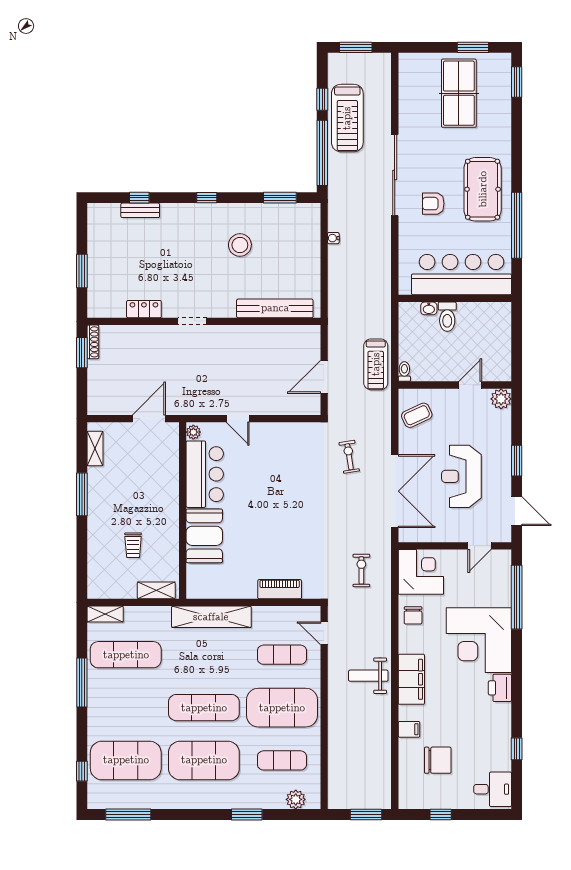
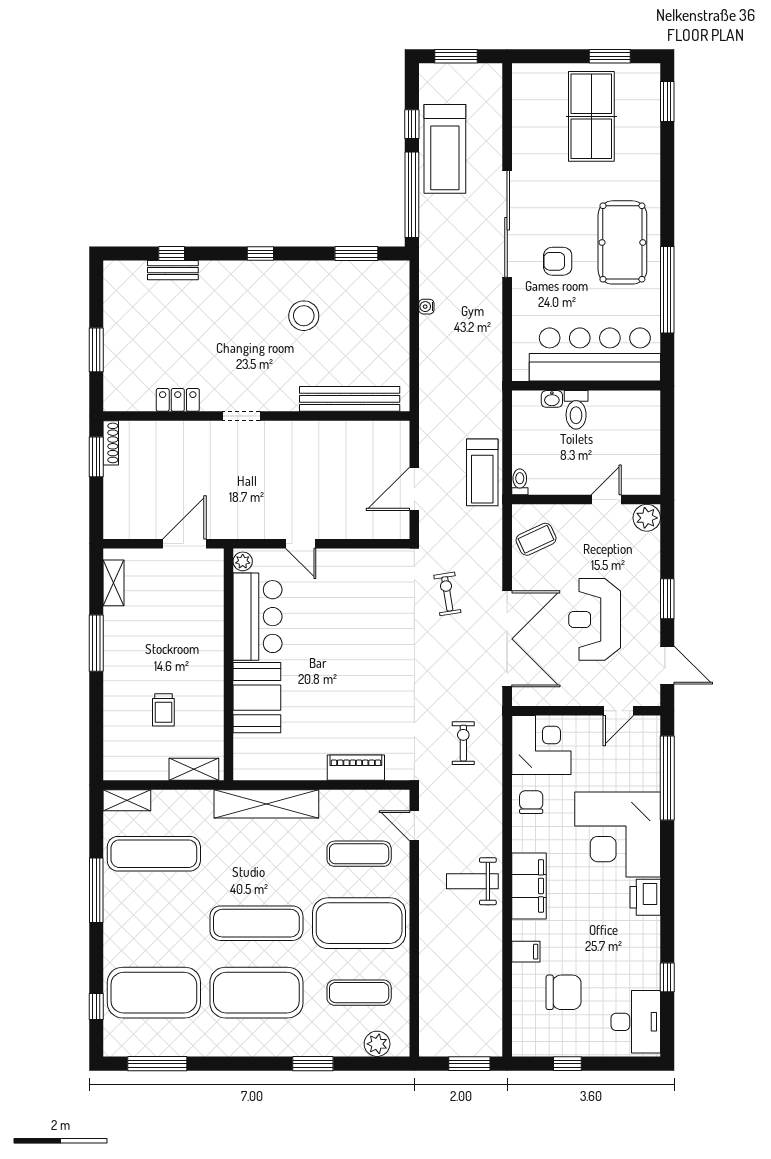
chair: (413, 615) -> (531, 802), turned 180
desk: (493, 789) -> (636, 1022), width x1.37

